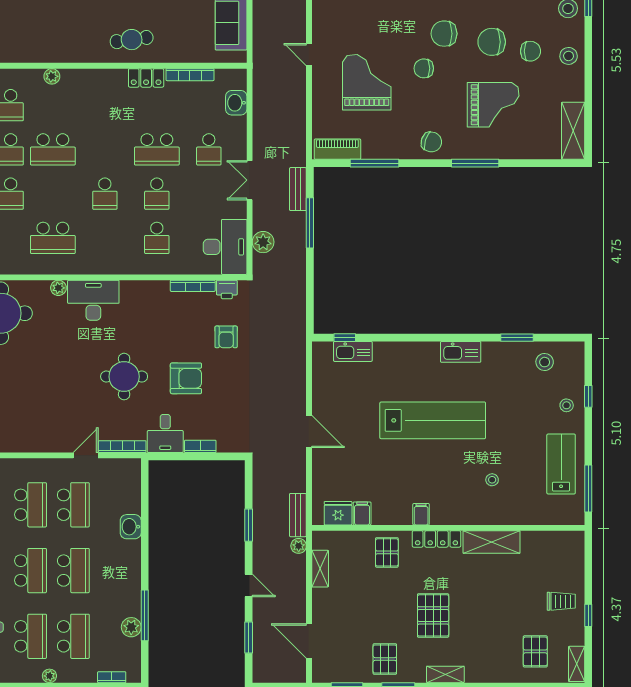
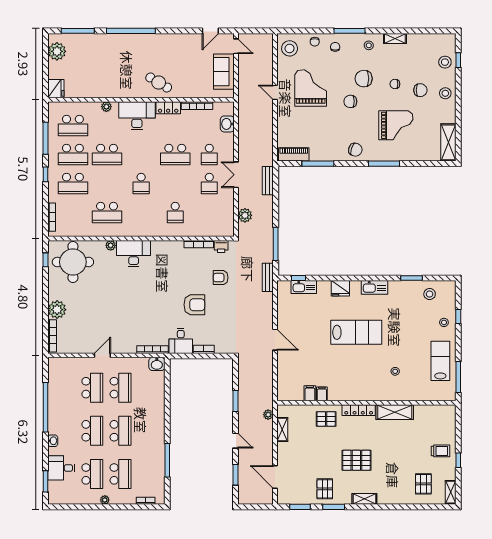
cafe table: (132, 40) -> (159, 82), turned 39
chair: (492, 42) -> (395, 84), width x0.54, depth x0.54
grand piano: (367, 82) -> (311, 88), moved
school desk: (157, 194) -> (209, 184), moved
window: (310, 223) -> (276, 244), moved
desk: (225, 247) -> (137, 116), moved, turned -90
armchair: (226, 337) -> (221, 278), turned 90
round table: (124, 377) -> (154, 304), removed
lab bench: (433, 420) -> (356, 332), width x0.73
door: (86, 455) -> (102, 355), moved
fridge: (338, 513) -> (340, 288), moved, turned 180
filing cabinet: (421, 514) -> (322, 394), moved
bench: (298, 515) -> (268, 277), moved
washbasin: (131, 527) -> (157, 364), moved, turned -90
pallet: (387, 552) -> (326, 419), turned 90
pallet: (433, 615) -> (356, 460), turned 90
plant: (131, 627) -> (158, 468), removed

